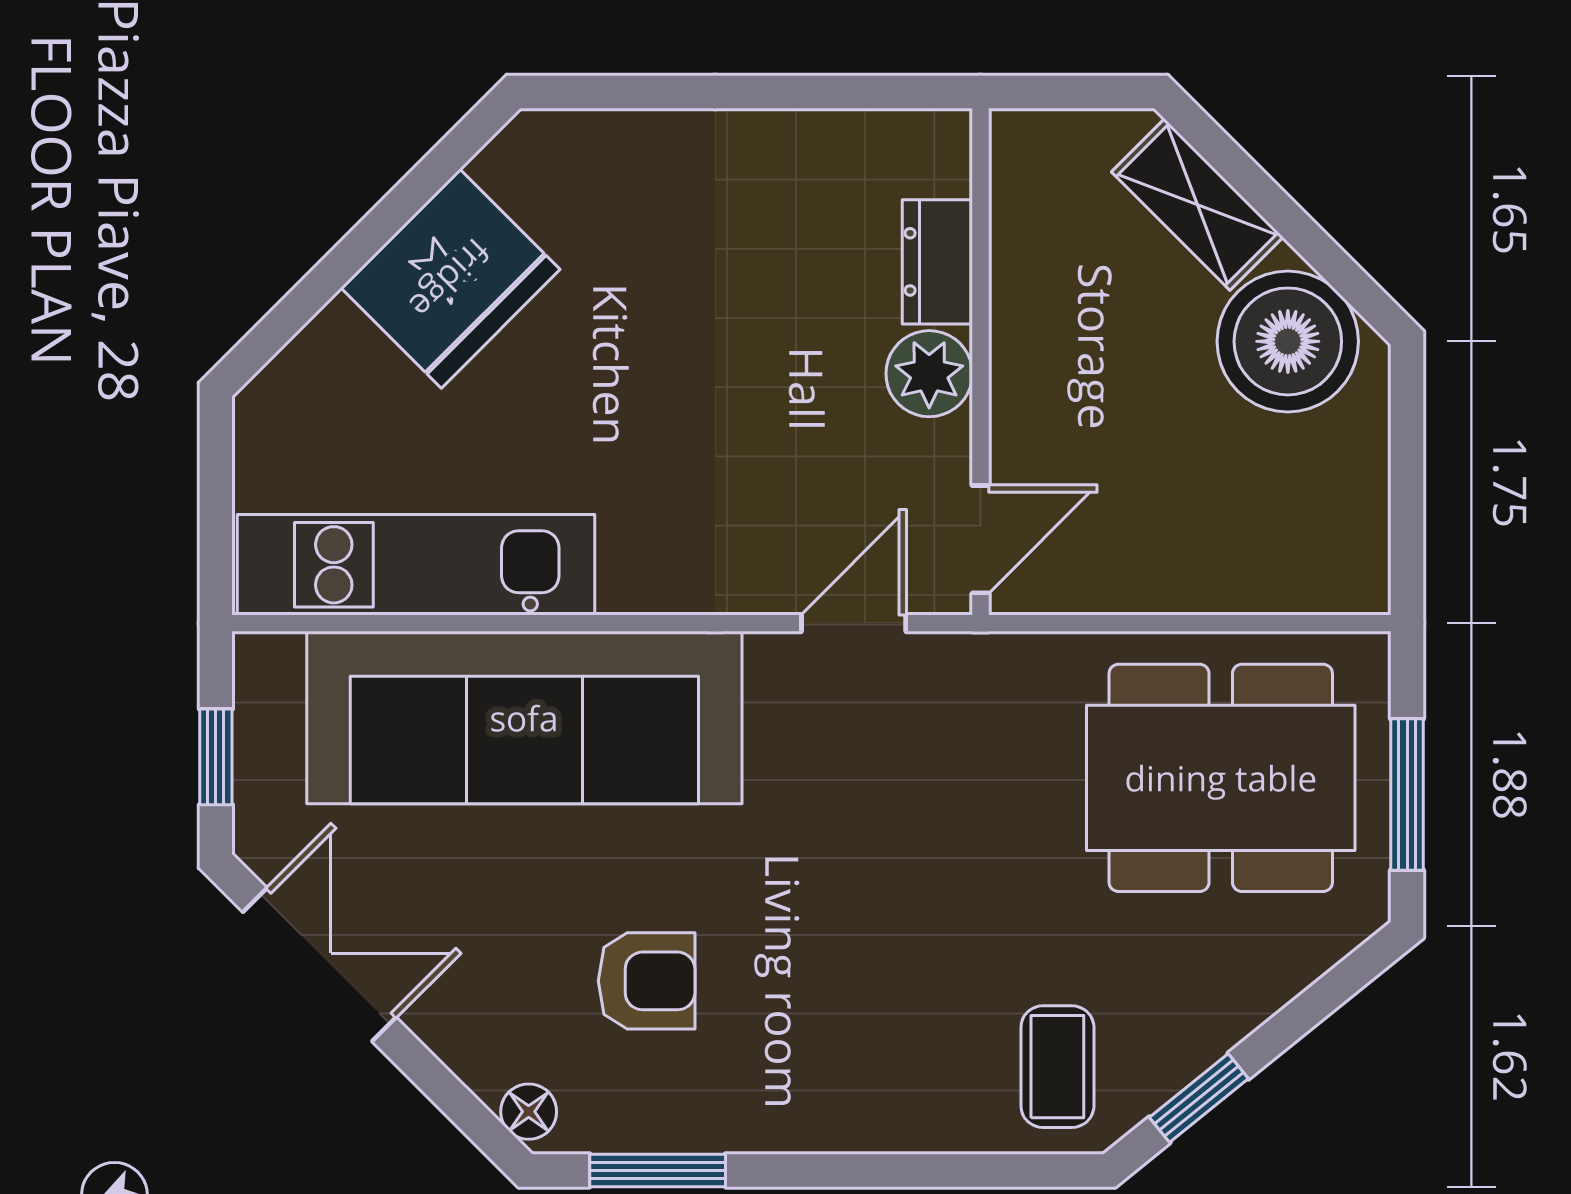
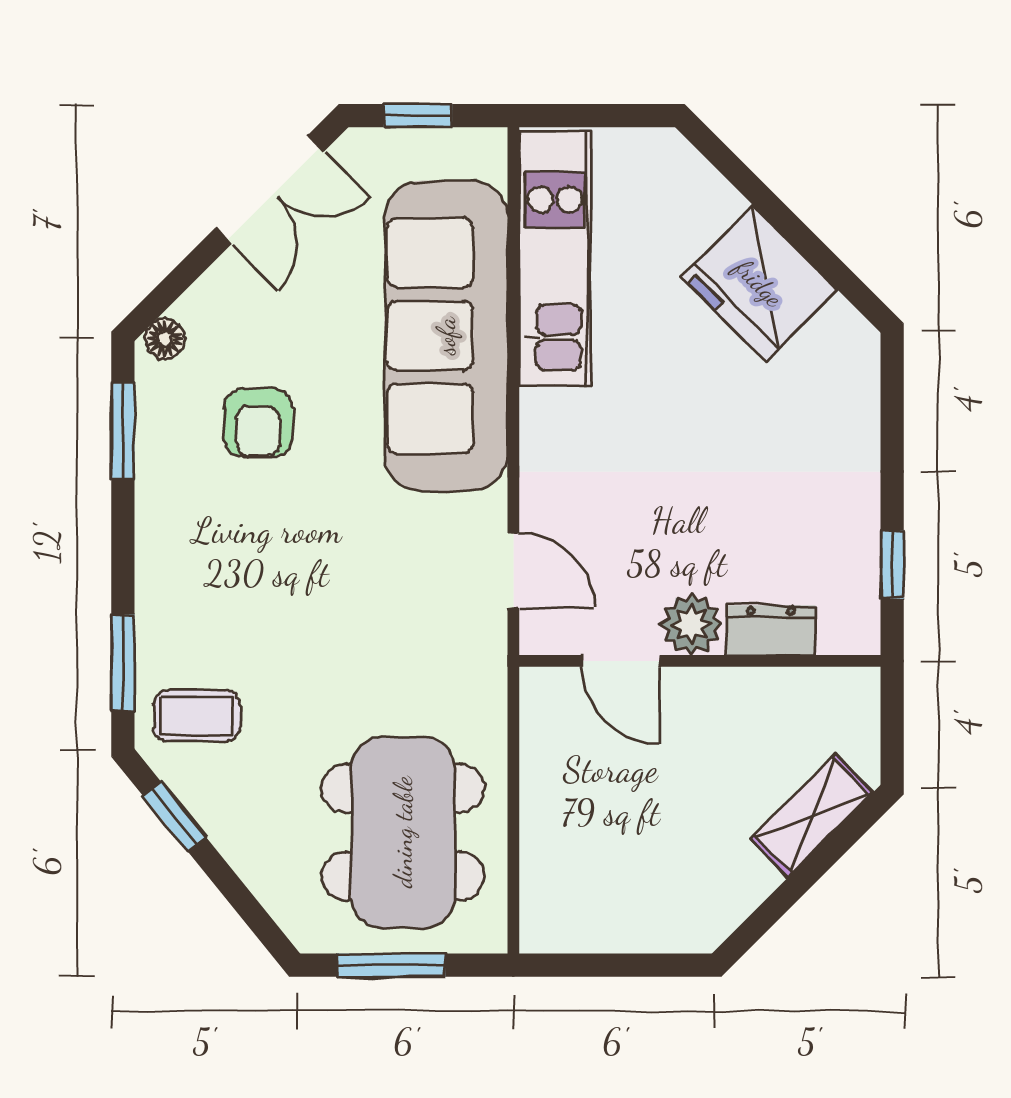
window: (845, 92) -> (892, 565), added
boiler: (1288, 341) -> (714, 880), removed
door: (980, 539) -> (621, 661), moved
window: (983, 1170) -> (123, 663), added

